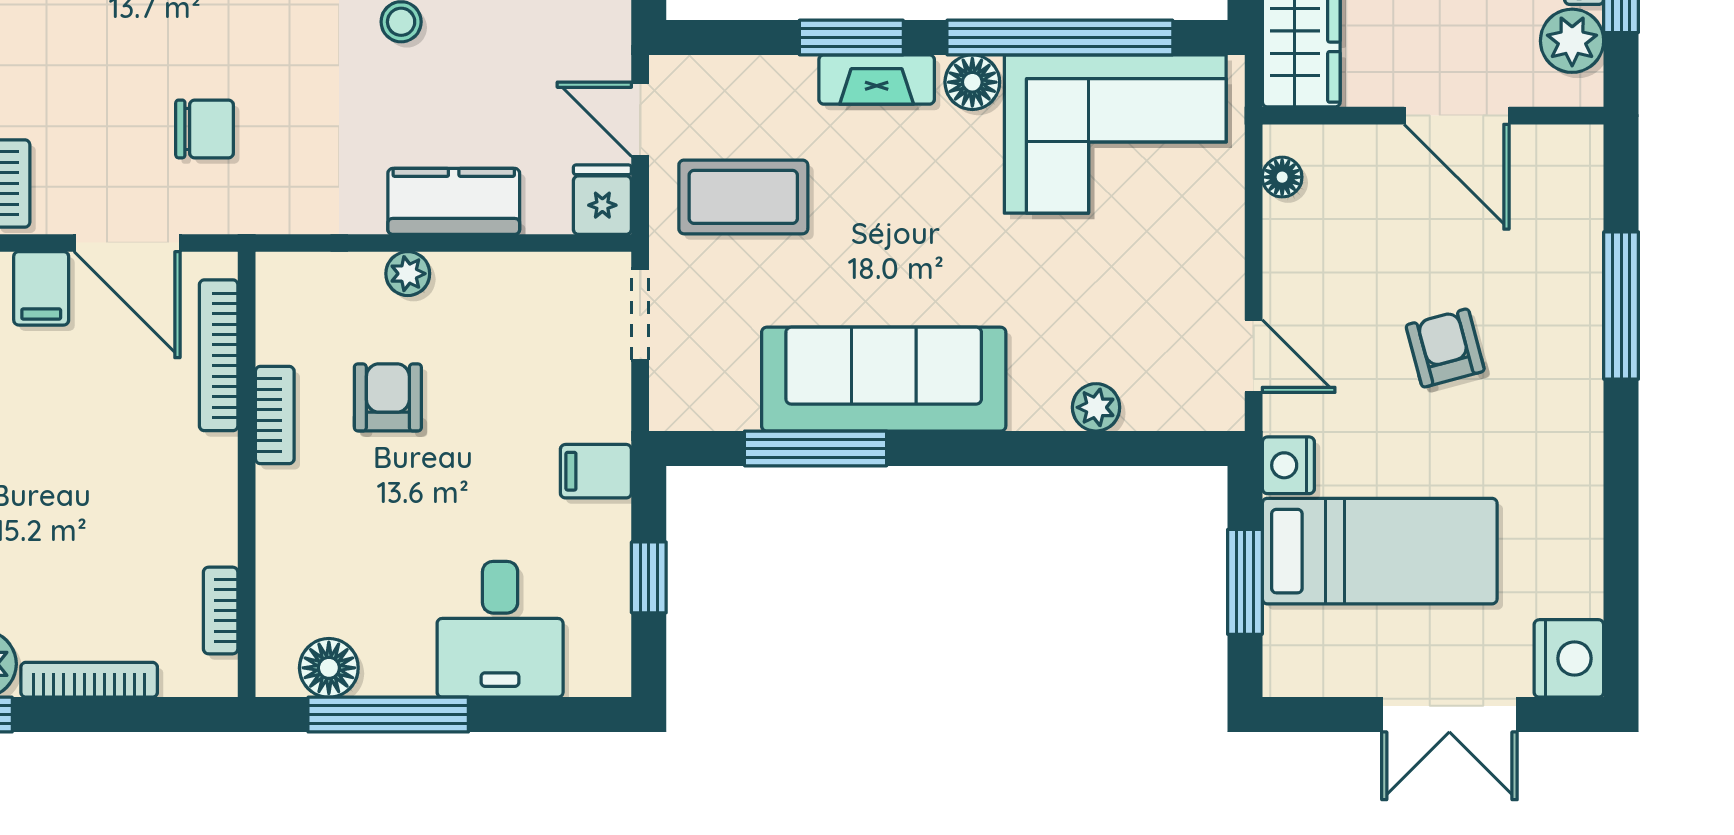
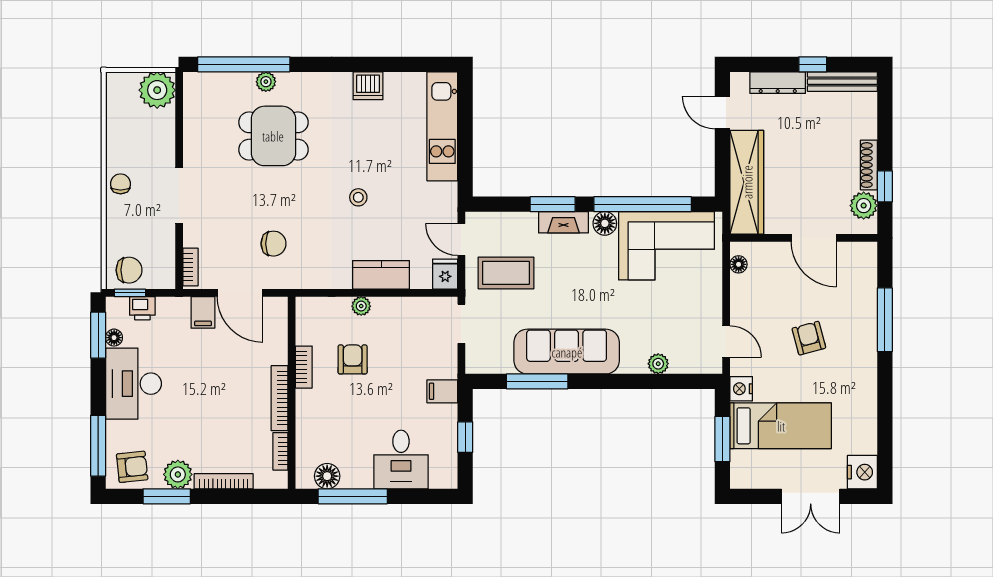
bookcase: (219, 355) -> (280, 398), moved

